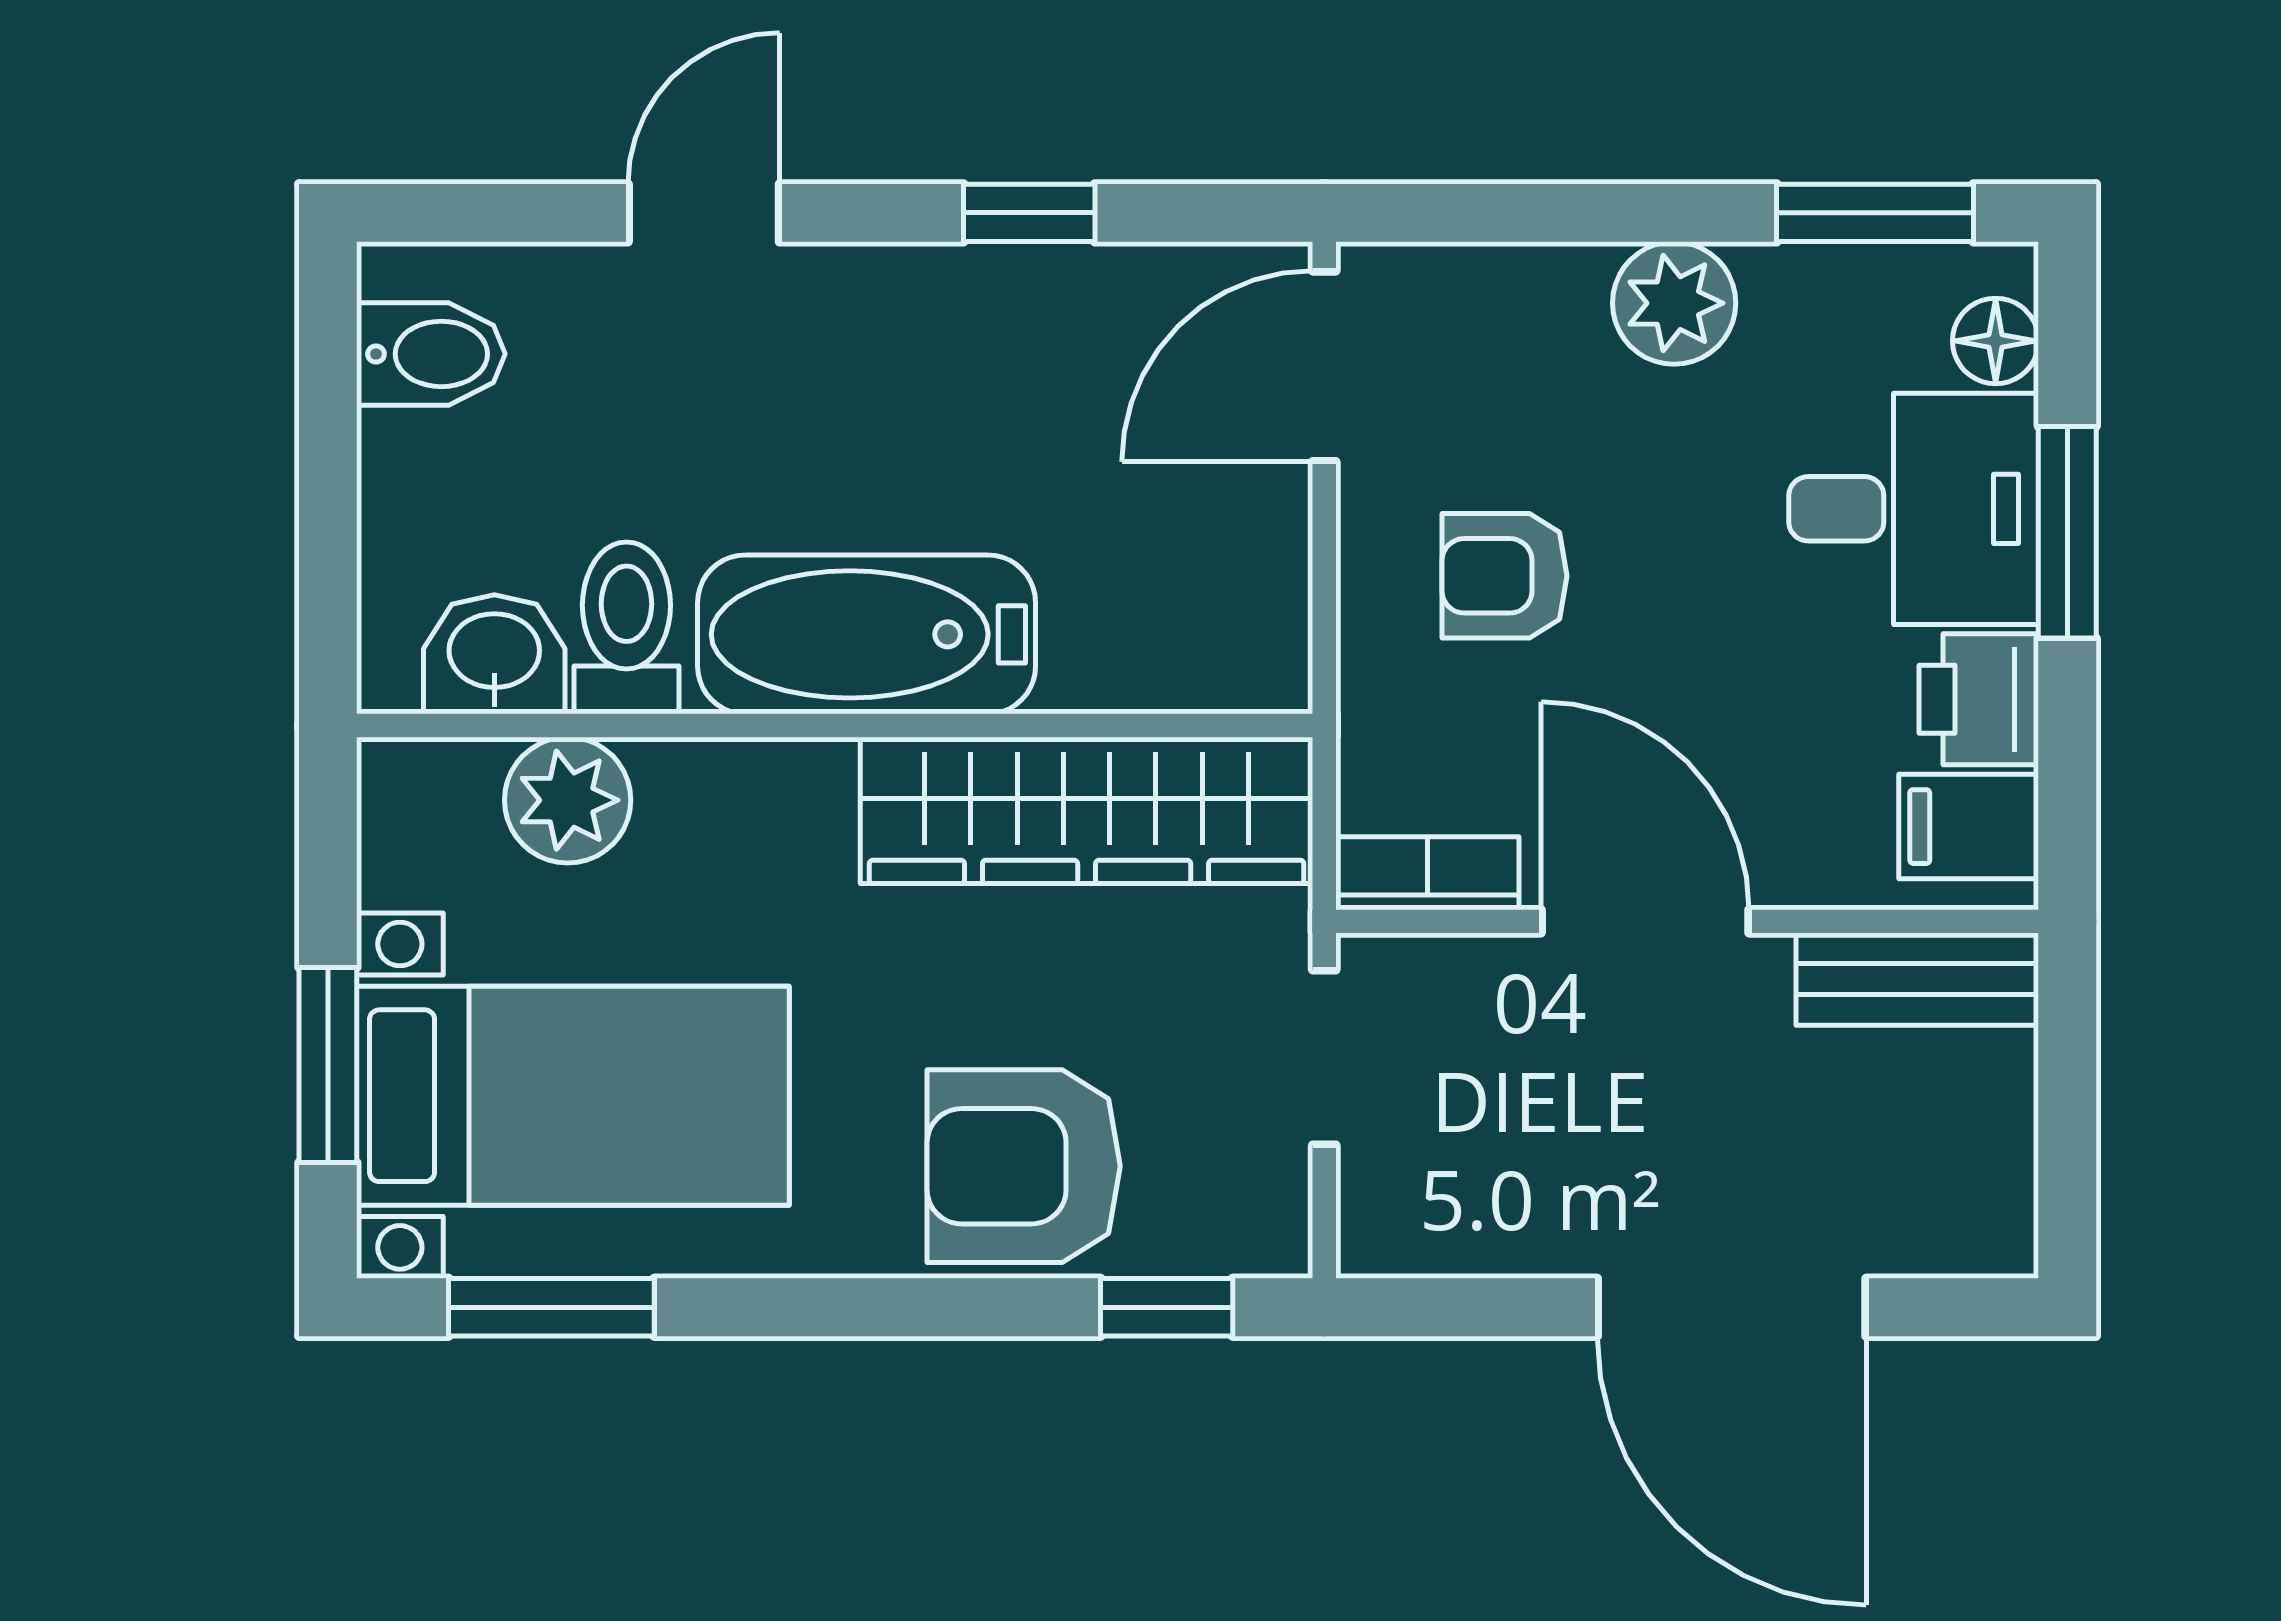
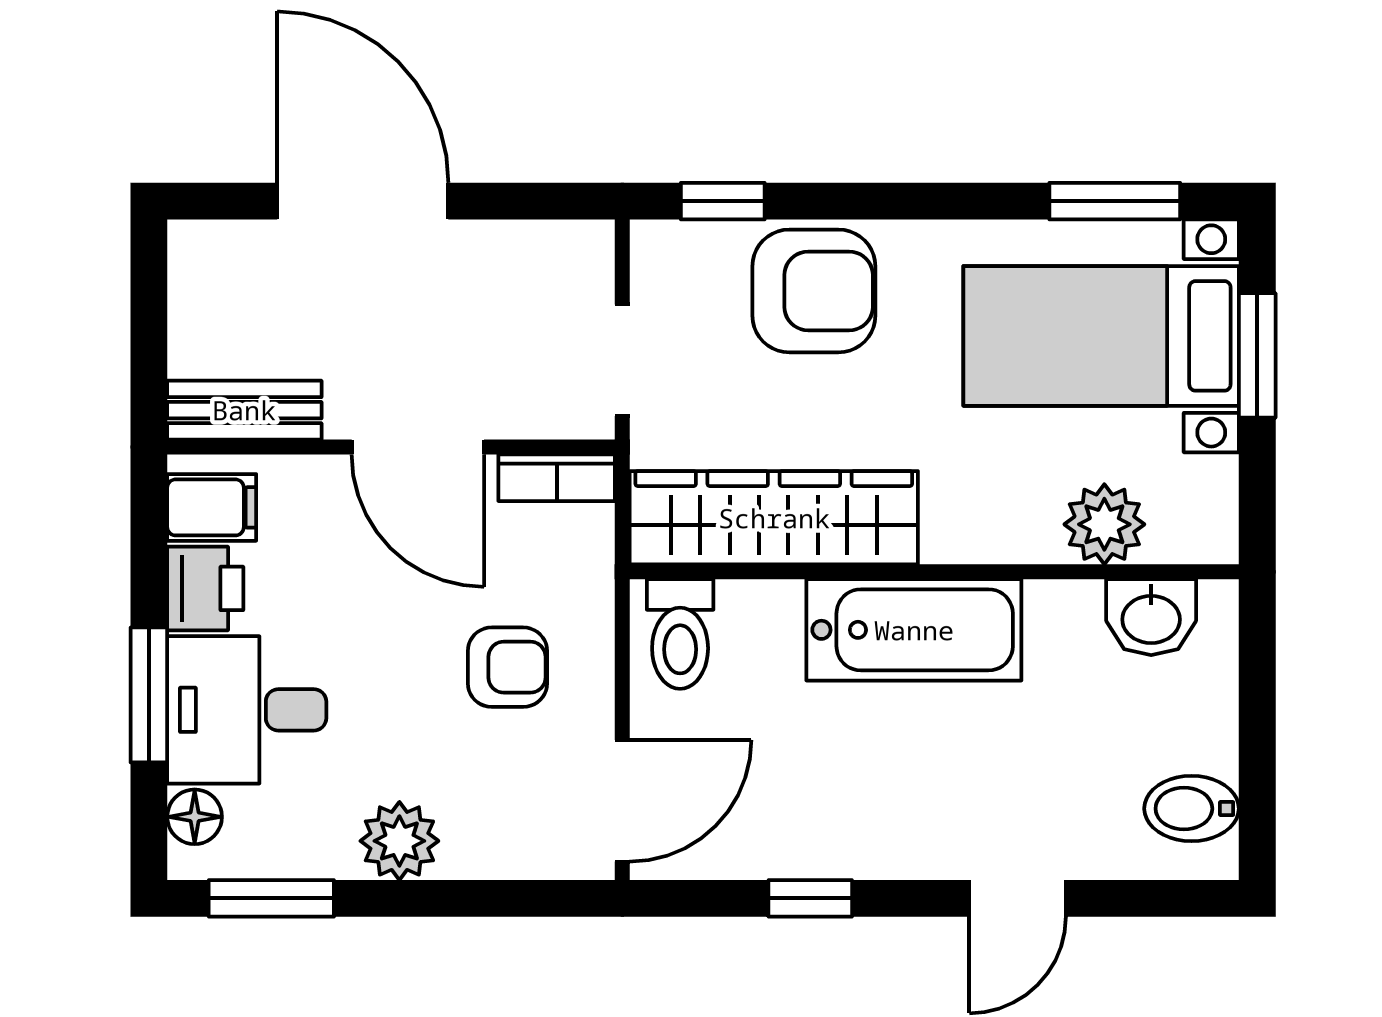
toilet: (626, 628) -> (680, 634), moved

